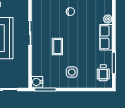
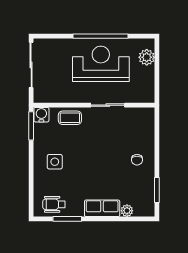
coffee table: (57, 46) -> (70, 118), moved

